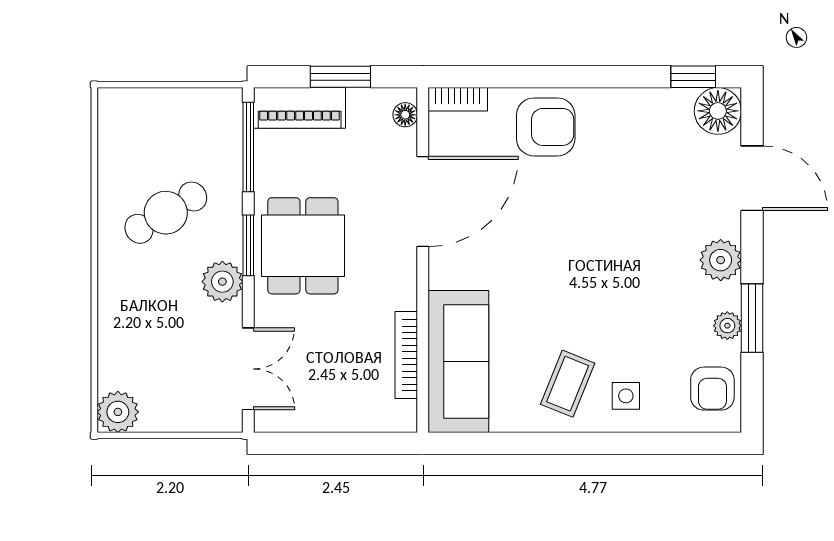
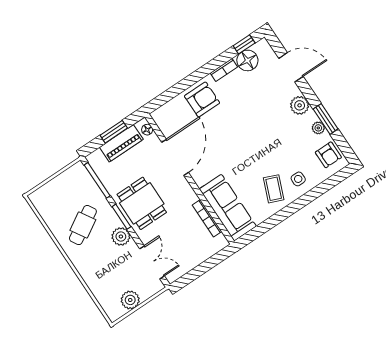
bookcase: (458, 99) -> (224, 70), moved
piano: (300, 108) -> (121, 143), moved
floor lamp: (718, 111) -> (247, 60), moved
plant: (118, 412) -> (130, 300), moved

